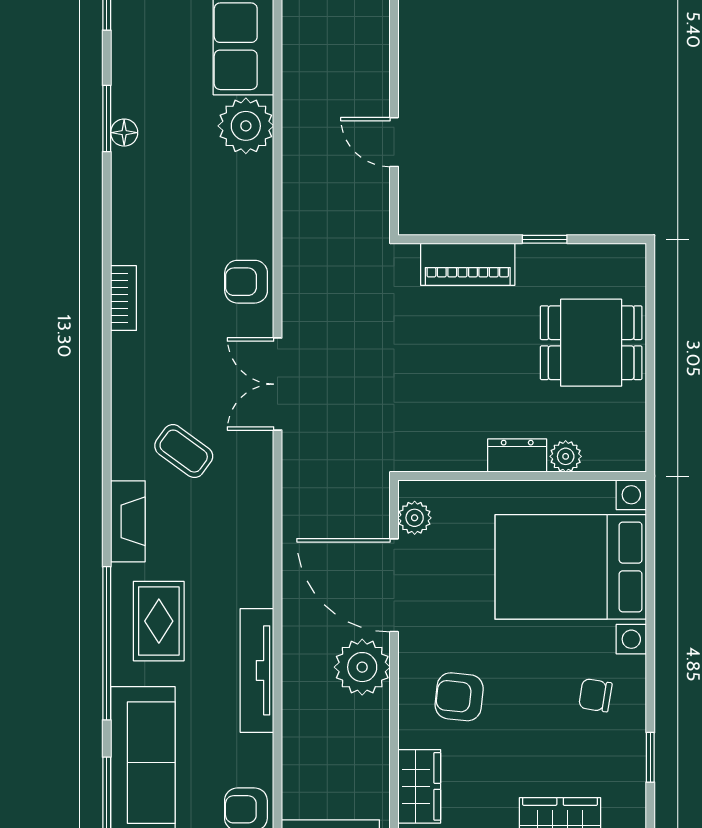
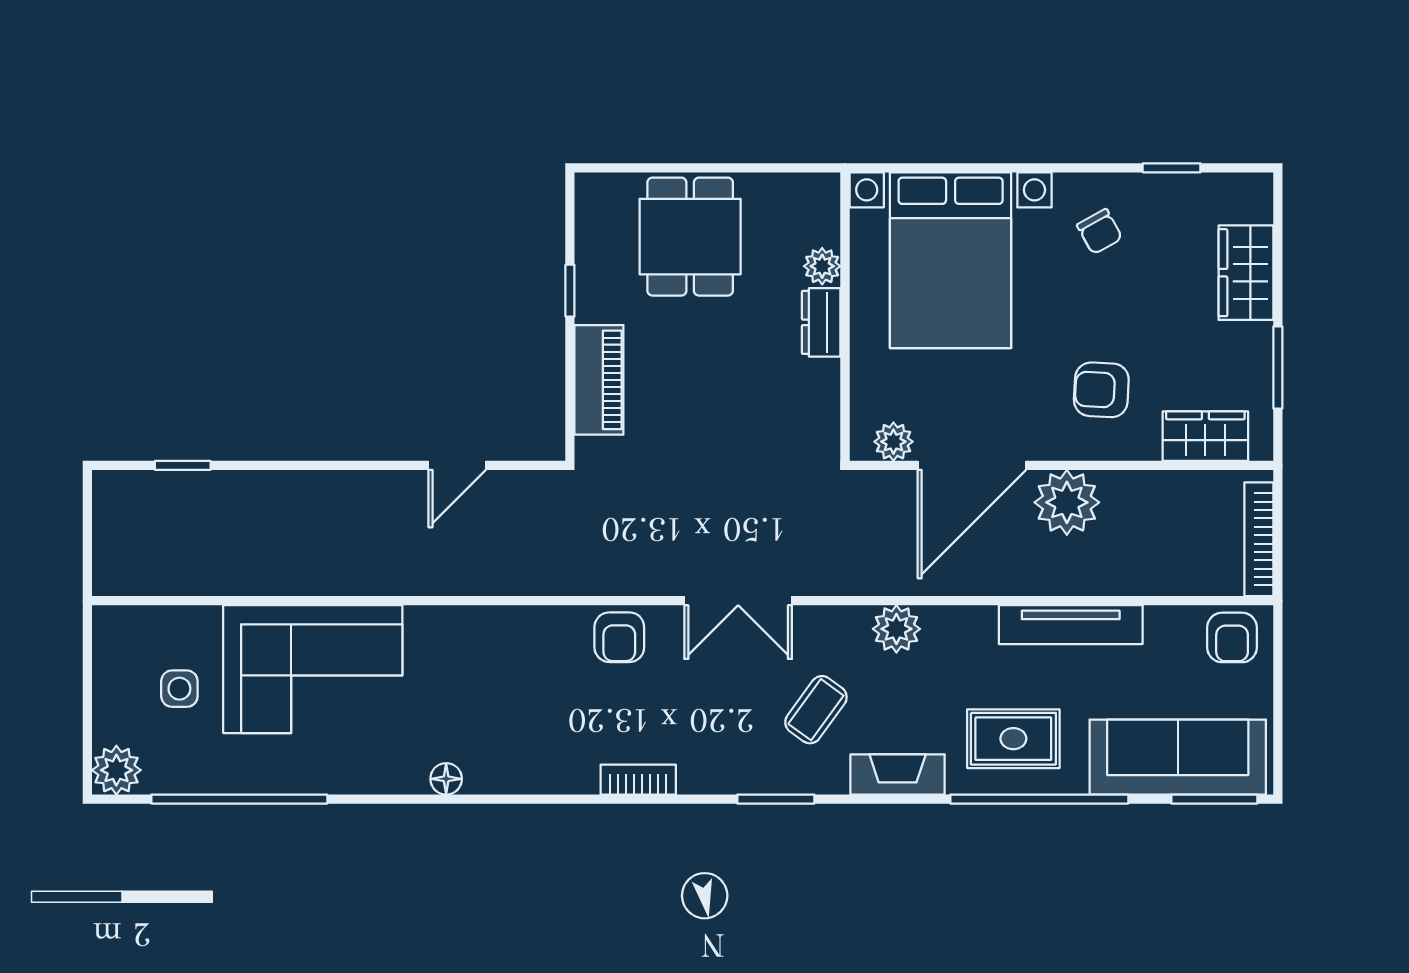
window: (107, 118) -> (776, 799), moved
plant: (246, 126) -> (896, 629), moved, width x0.73, depth x0.73
chair: (595, 695) -> (1100, 232), turned -38
armchair: (459, 697) -> (1101, 390), turned 87

